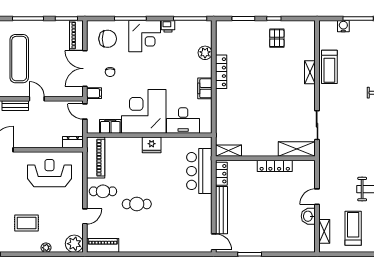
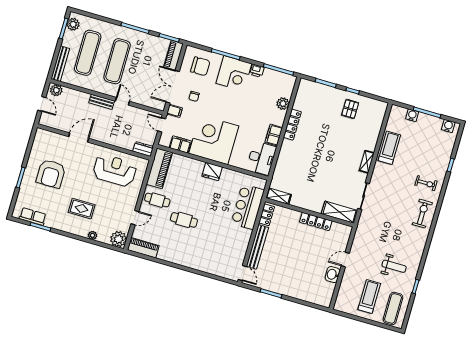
treadmill: (329, 67) -> (389, 148), turned 180
shelving: (310, 72) -> (367, 162), moved
desk: (183, 120) -> (261, 158), moved, turned -90
shelving: (324, 231) -> (343, 292), removed

